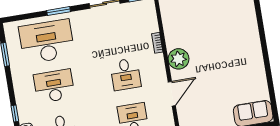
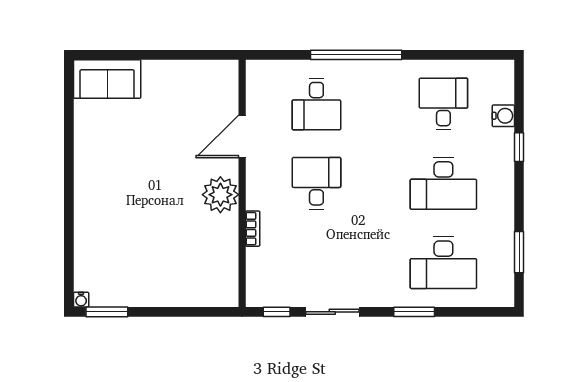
desk: (47, 41) -> (443, 263), width x0.73, depth x0.77

